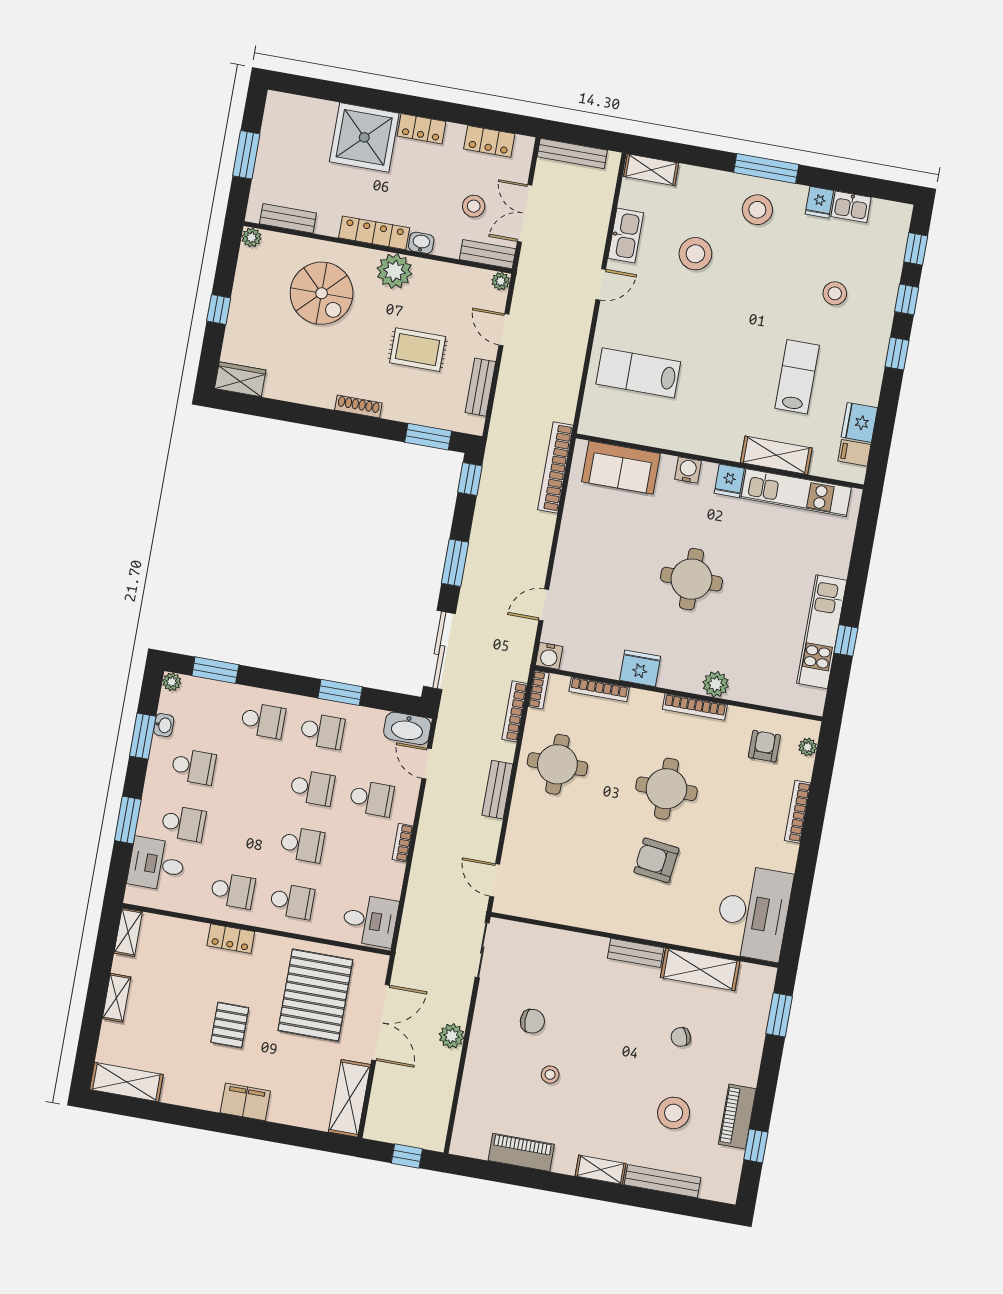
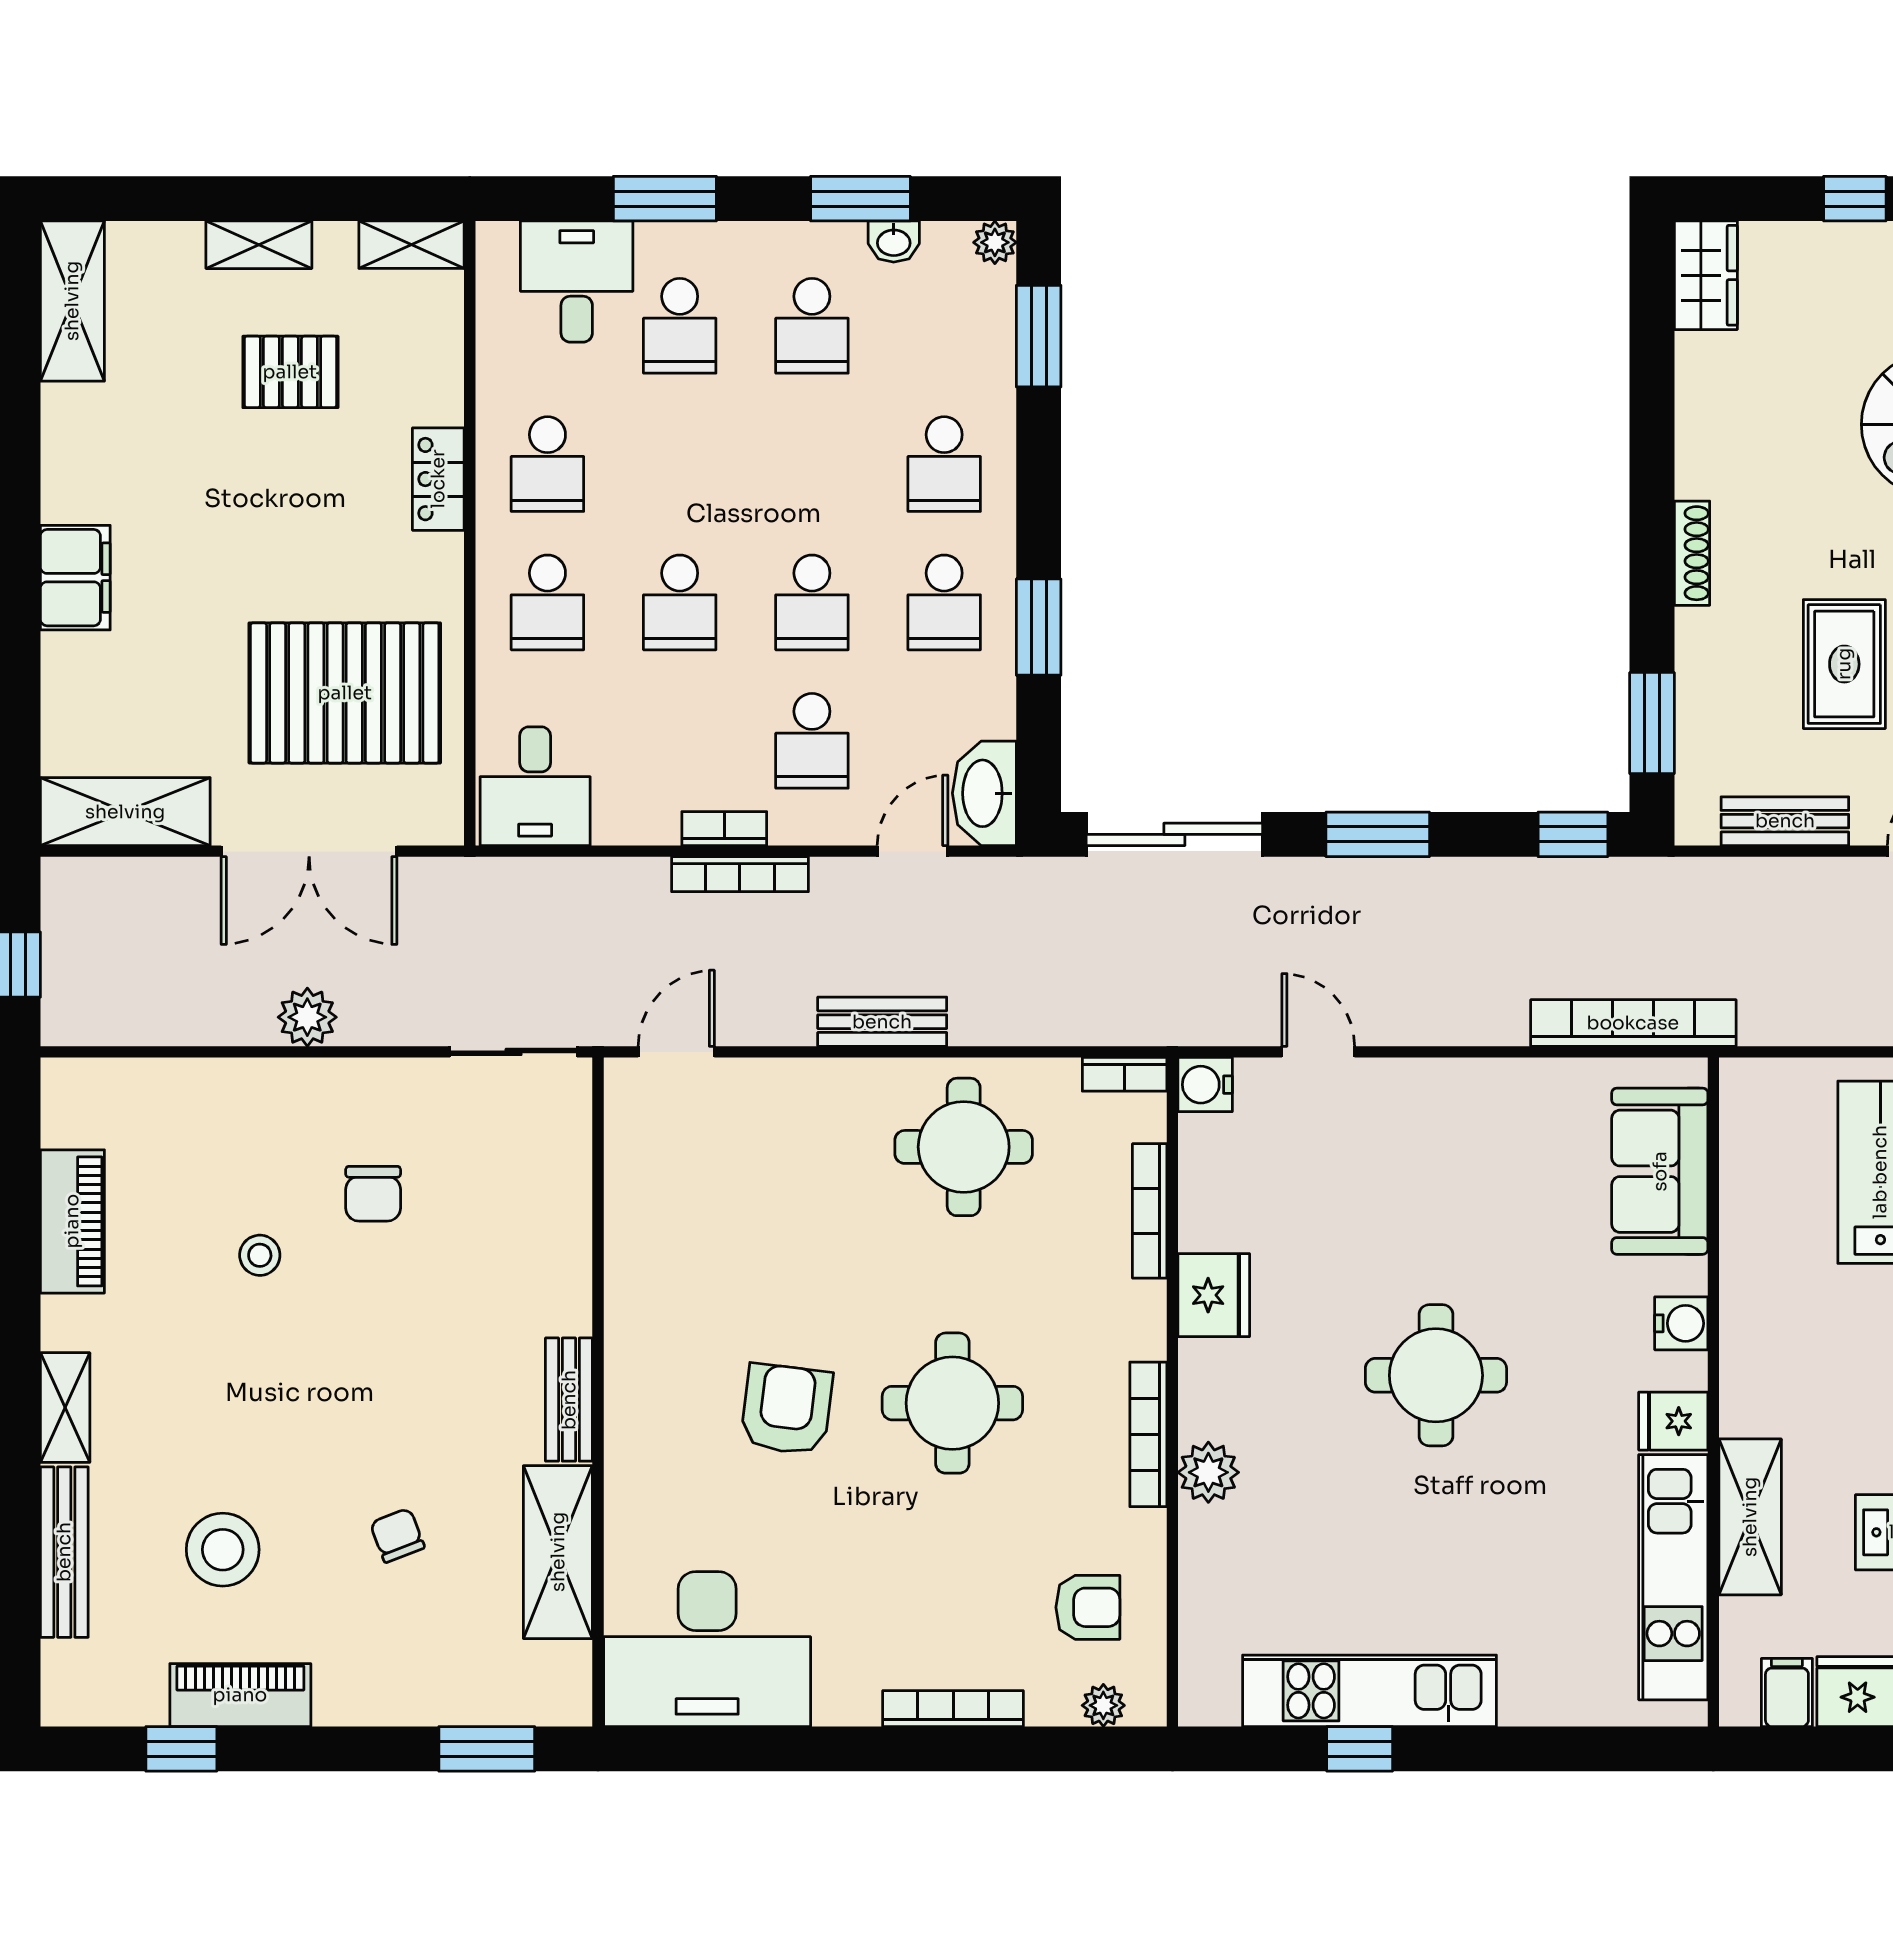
bookcase: (515, 711) -> (740, 874), moved, turned 180
pallet: (230, 1025) -> (290, 372), moved

